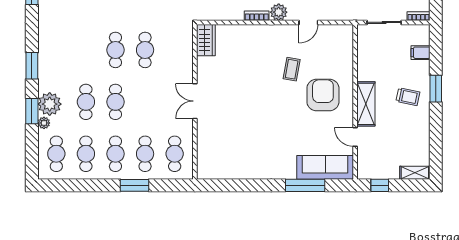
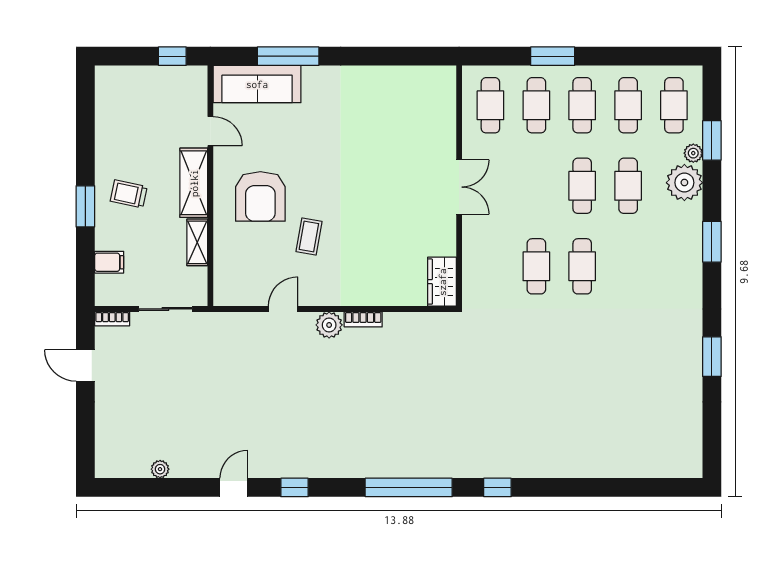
window: (32, 111) -> (712, 140), moved
shelving: (415, 173) -> (197, 242), moved, turned 90

